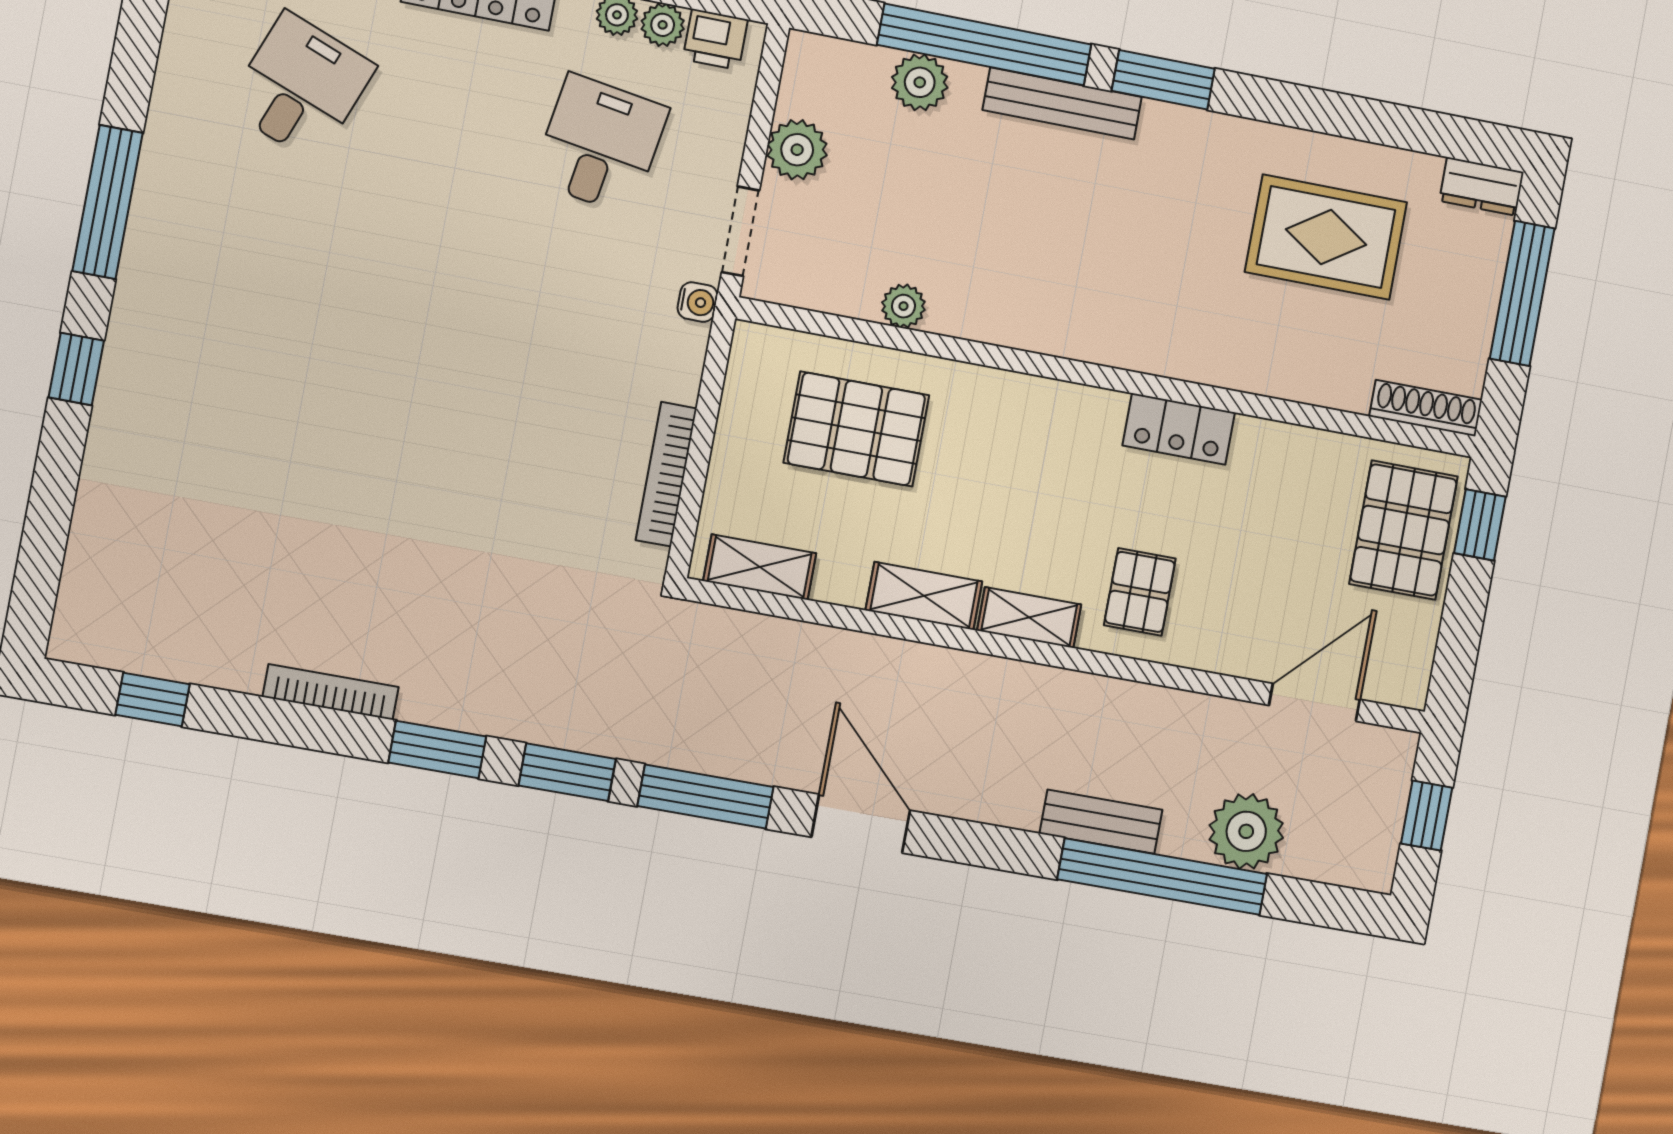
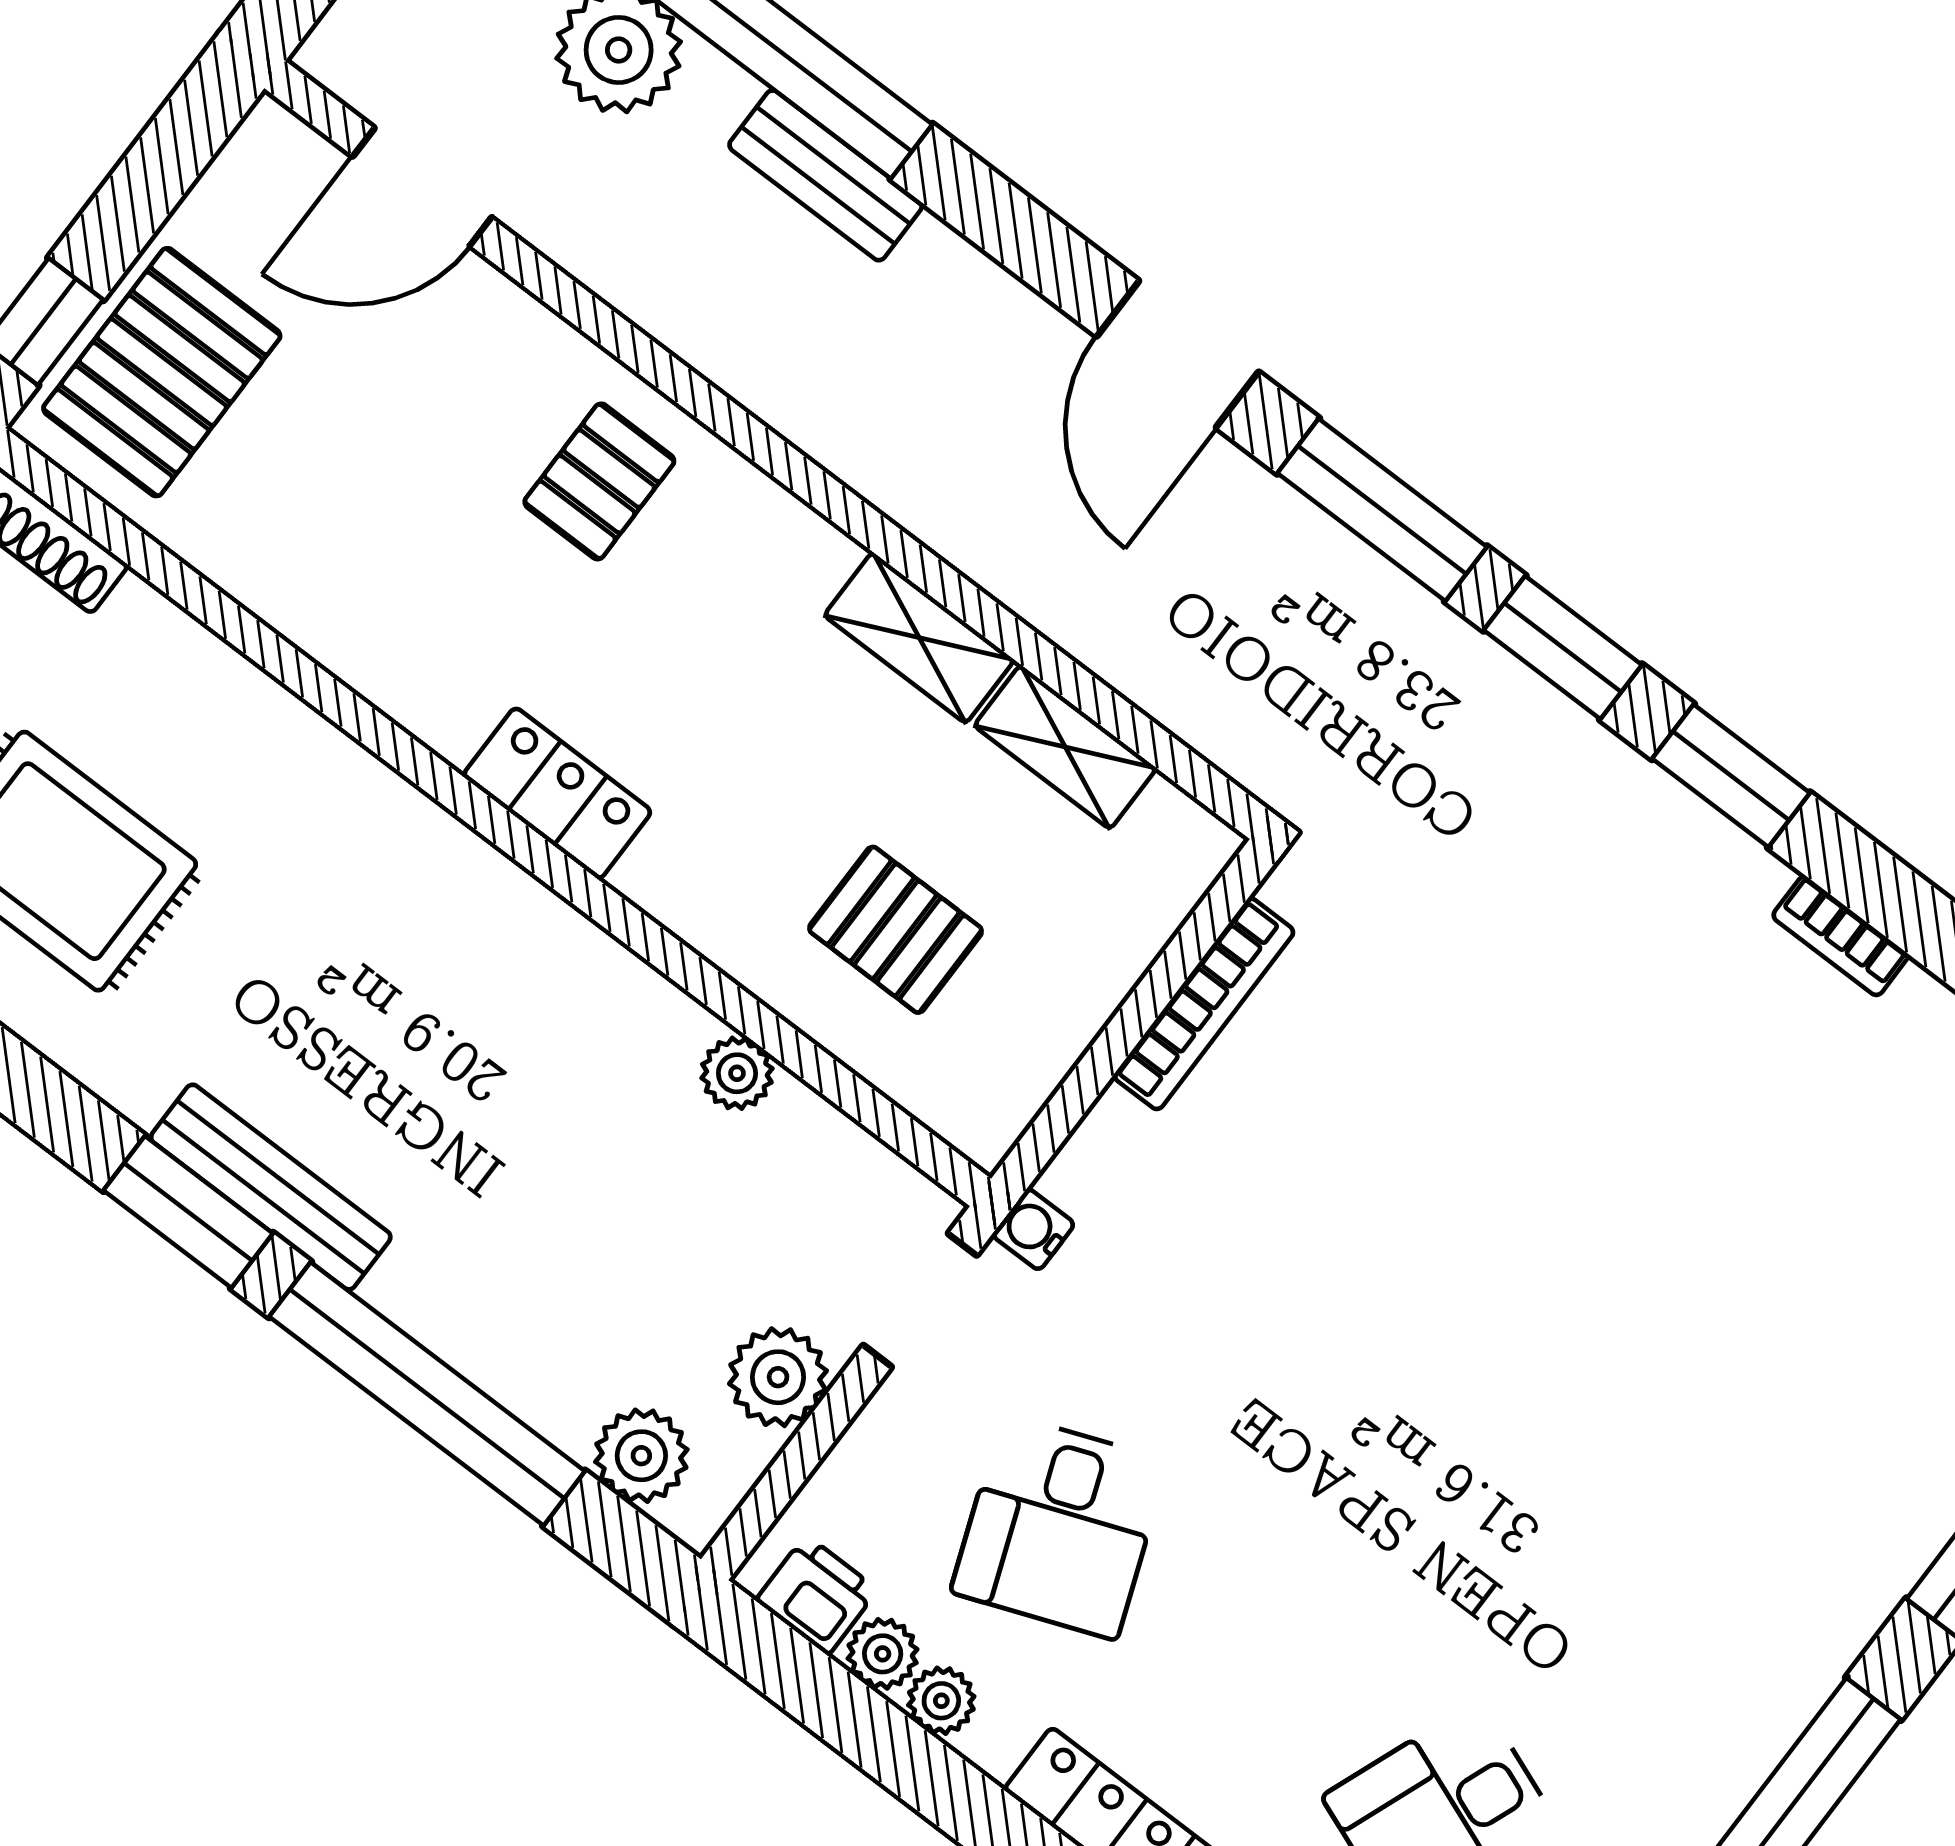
plant: (920, 82) -> (641, 1456), moved
bench: (1062, 103) -> (271, 1187), moved
desk: (600, 144) -> (1060, 1527), turned -30
pallet: (856, 429) -> (896, 930), width x0.67, depth x0.71
locker: (1179, 429) -> (557, 793), moved
shelving: (760, 567) -> (1065, 747), moved
shelving: (1029, 618) -> (781, 527), removed
bookcase: (331, 692) -> (1840, 936), width x0.64

